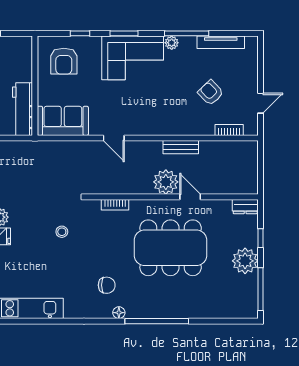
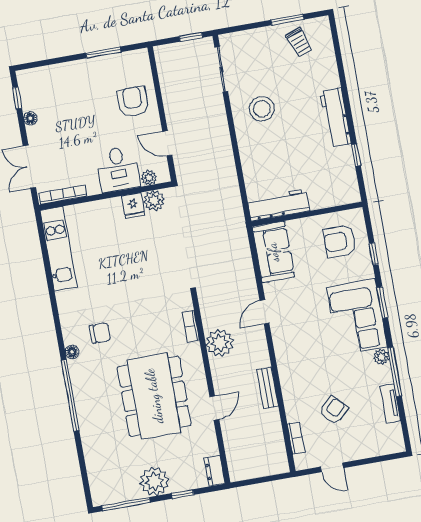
tv unit: (221, 42) -> (390, 404), width x0.71
plant: (166, 182) -> (220, 343), moved
stool: (62, 232) -> (150, 273), removed
chair: (107, 285) -> (100, 333), turned -90

